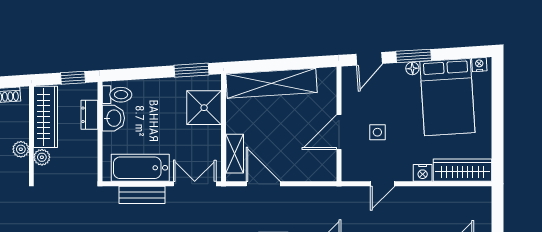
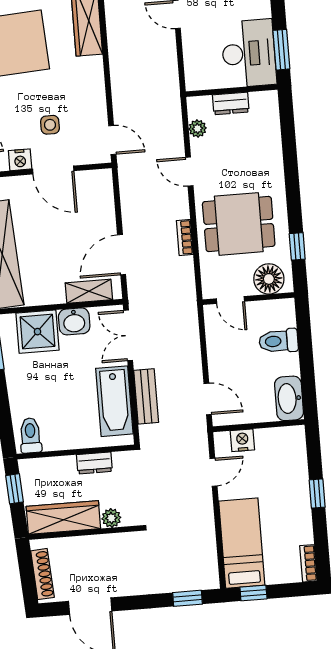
dresser: (89, 115) -> (94, 463), moved
washbasin: (113, 118) -> (74, 321), moved, turned 180
plant: (21, 149) -> (104, 544), removed
nightstand: (423, 173) -> (20, 160), moved, turned 90
door: (383, 184) -> (112, 140), moved

